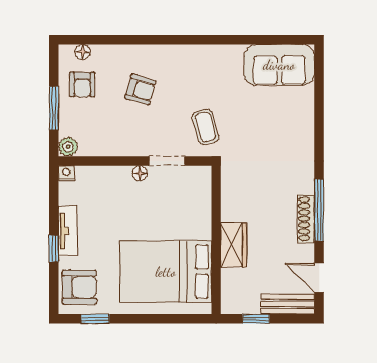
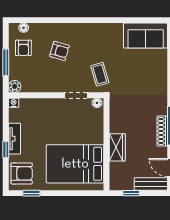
floor lamp: (140, 173) -> (97, 103), moved

